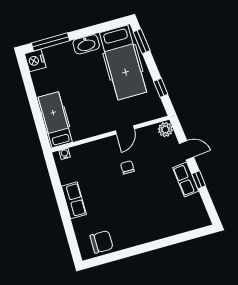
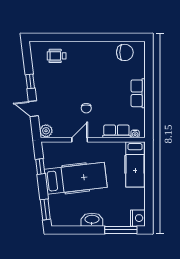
hospital bed: (123, 62) -> (76, 178), moved, turned 83
row of seats: (186, 179) -> (116, 131), moved, turned -83
wheelchair: (177, 217) -> (57, 56), added
chair: (102, 242) -> (125, 52), turned 180

